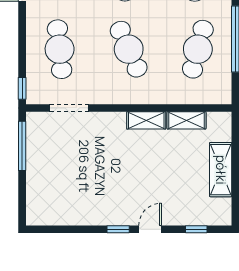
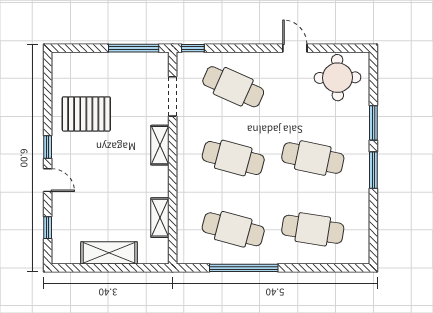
cafe table: (60, 49) -> (233, 87), turned 30
cafe table: (129, 49) -> (233, 158), turned 39
shelving: (146, 120) -> (160, 145), moved
pallet: (86, 192) -> (86, 114), added

